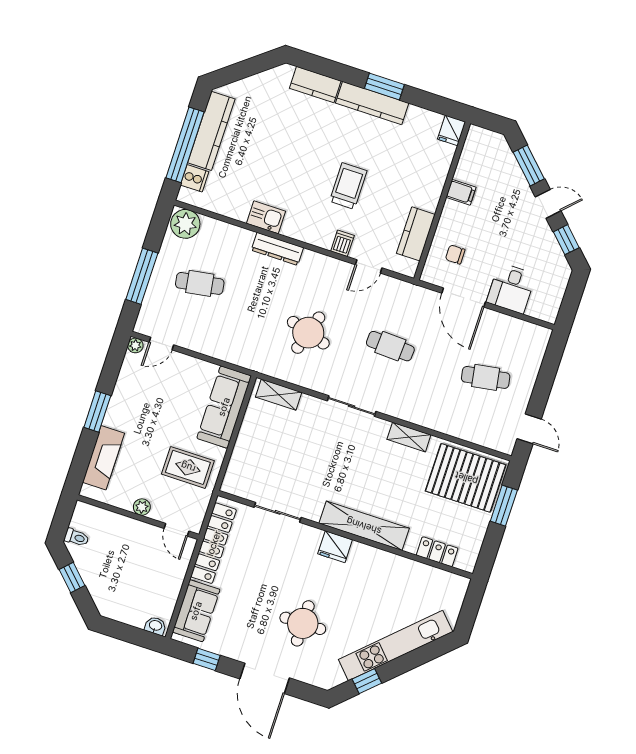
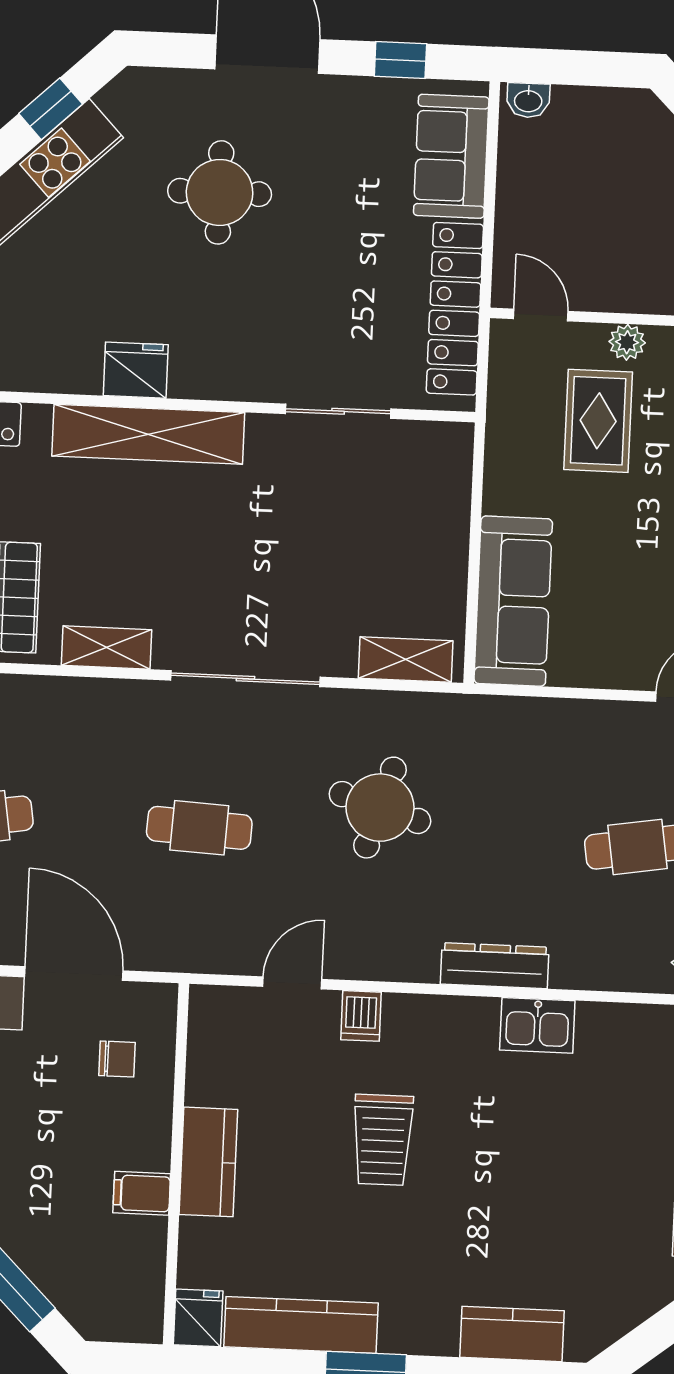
kitchen counter: (372, 103) -> (301, 1325), moved
kitchen counter: (416, 234) -> (208, 1162), moved
sliding door: (352, 406) -> (245, 679), width x1.37
rug: (188, 467) -> (598, 421), moved, turned 90
fridge: (335, 547) -> (136, 370), moved

